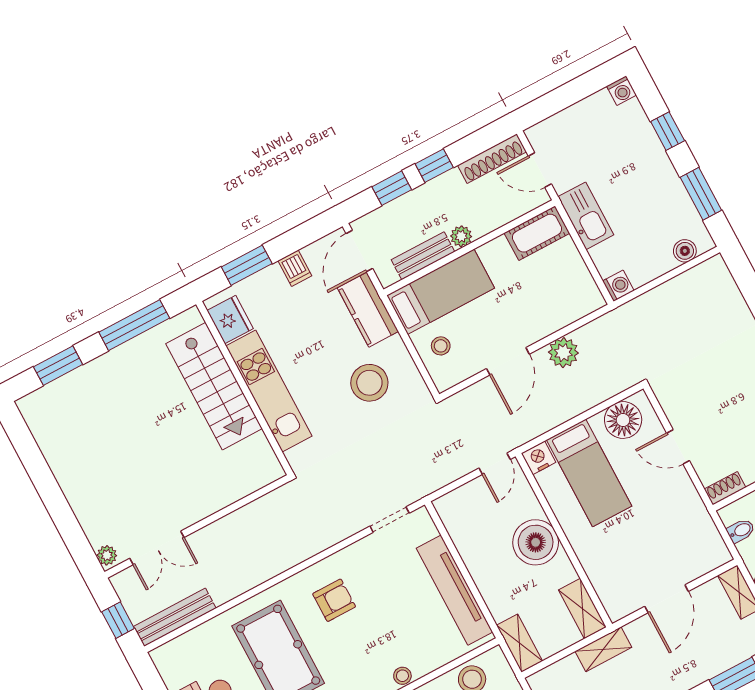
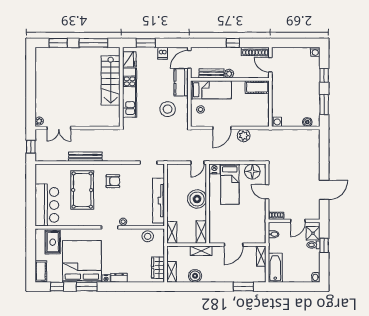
window: (392, 188) -> (213, 43), removed
kitchen sink: (586, 216) -> (278, 90), removed
bench: (175, 617) -> (85, 157), moved

